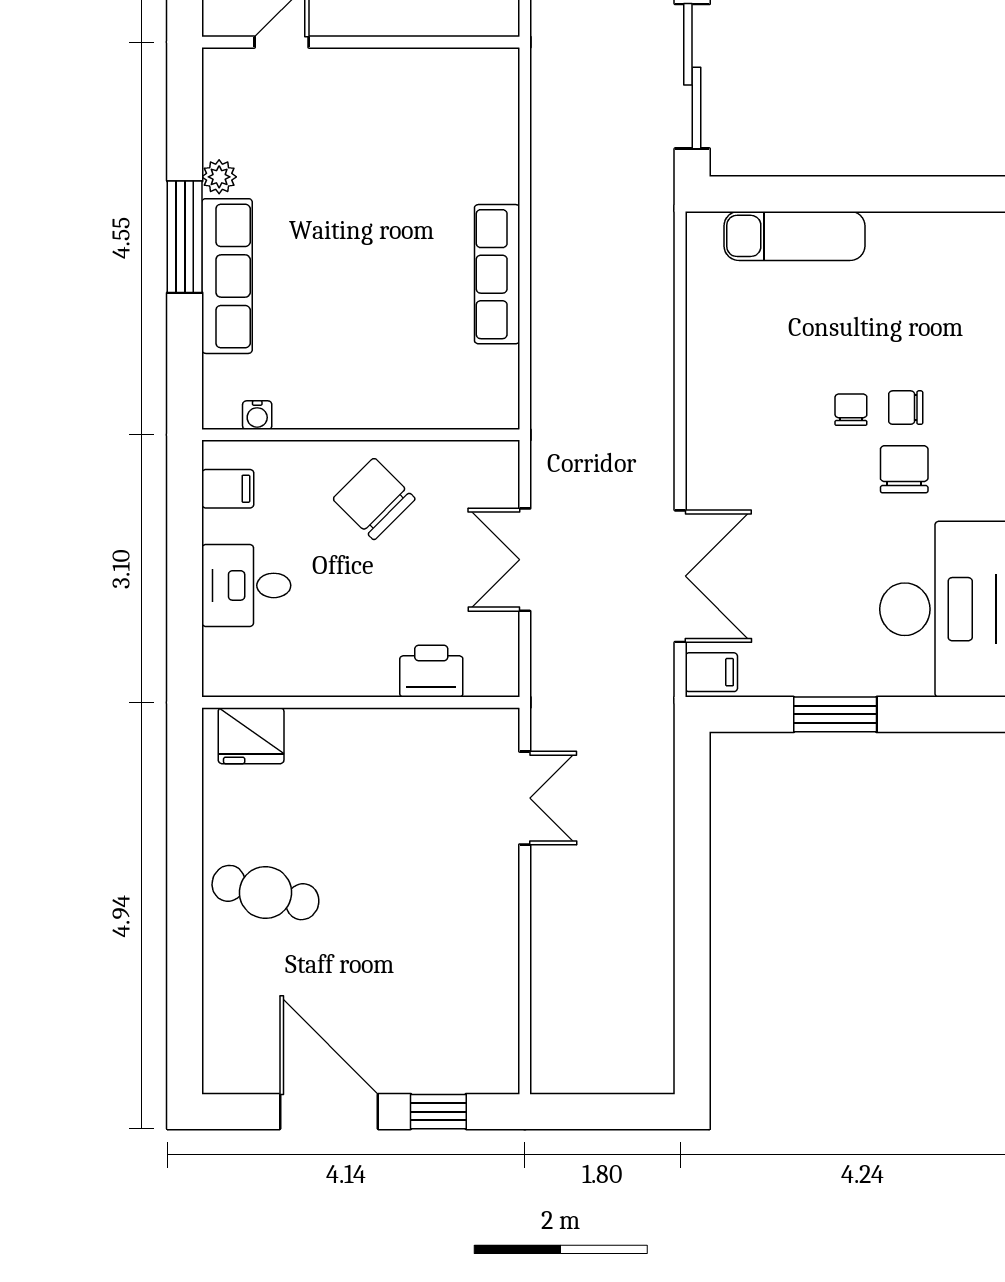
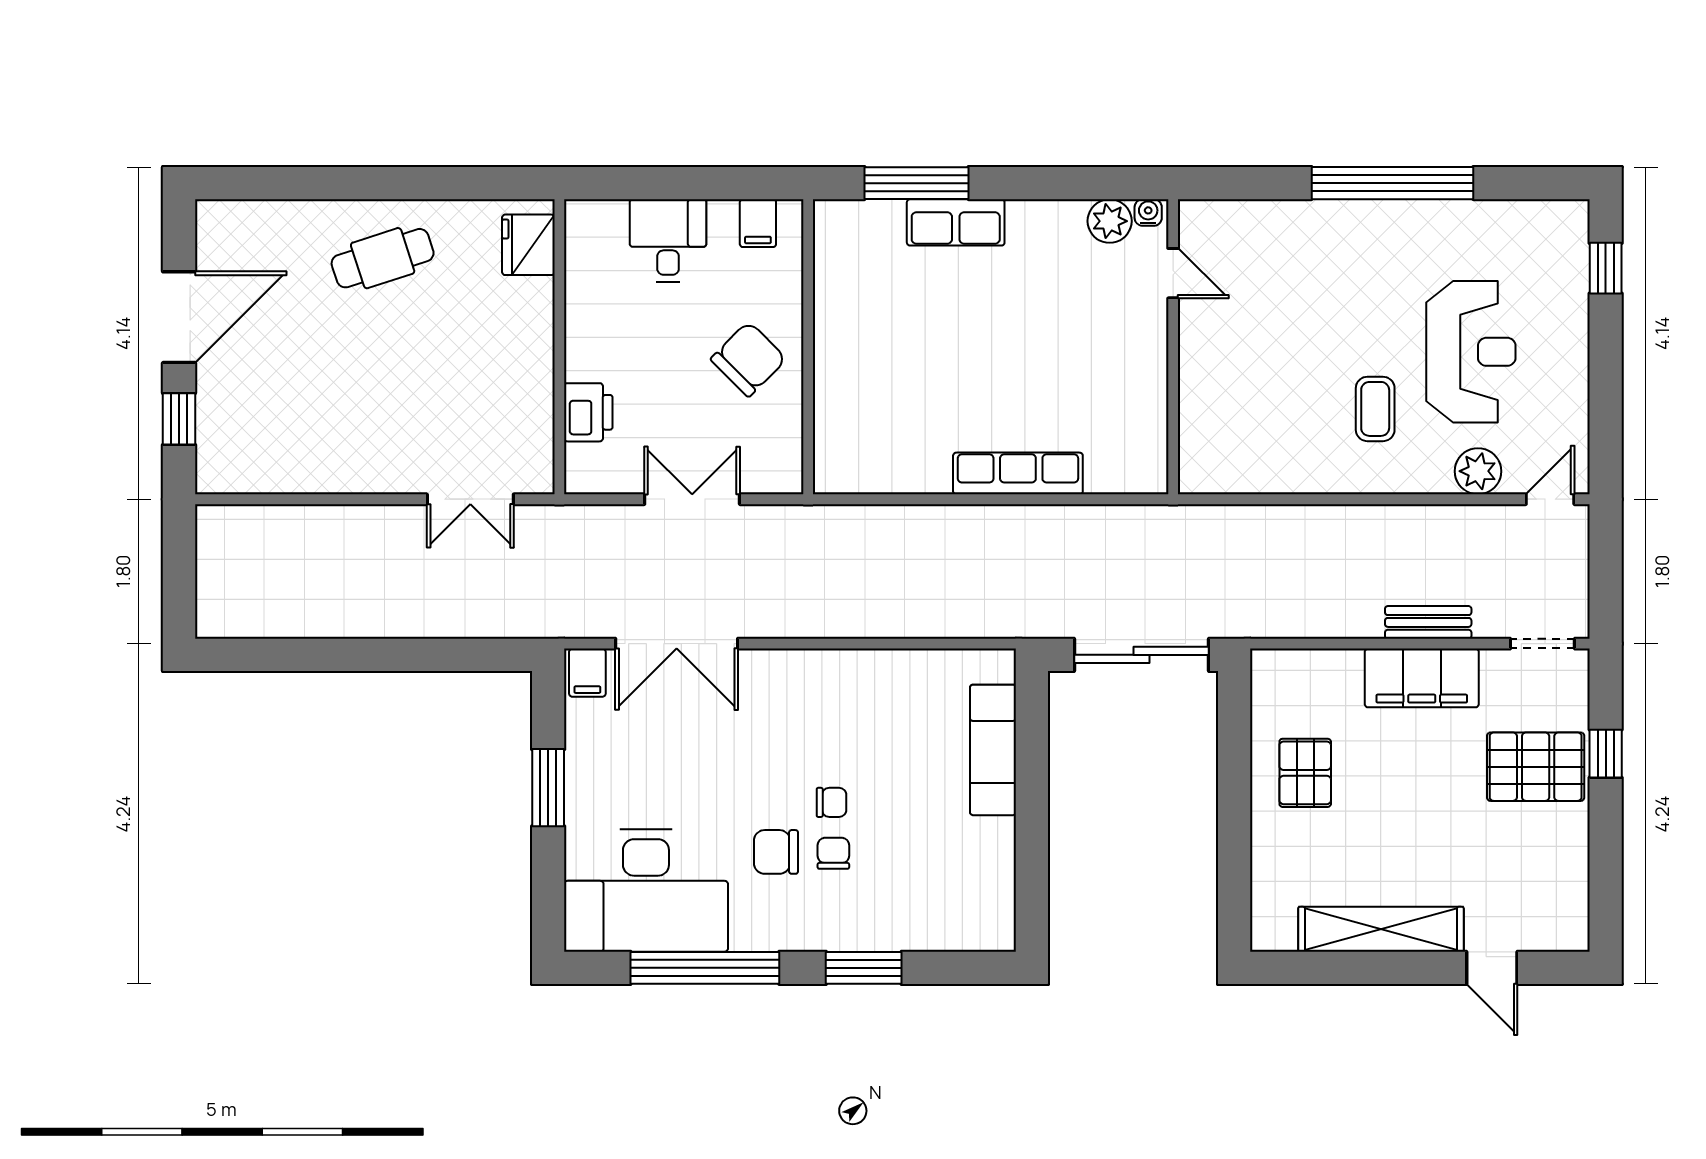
plant: (219, 177) -> (1110, 221), moved, width x1.38, depth x1.38
window: (185, 237) -> (917, 183), moved
row of seats: (497, 274) -> (1018, 473), moved
row of seats: (227, 276) -> (956, 222), width x0.68
water cooler: (257, 415) -> (1148, 213), moved, turned 90
chair: (904, 469) -> (776, 852), turned 180
cafe table: (265, 893) -> (383, 258), turned 58

